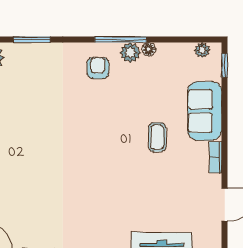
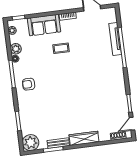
plant: (130, 53) -> (16, 49), moved

